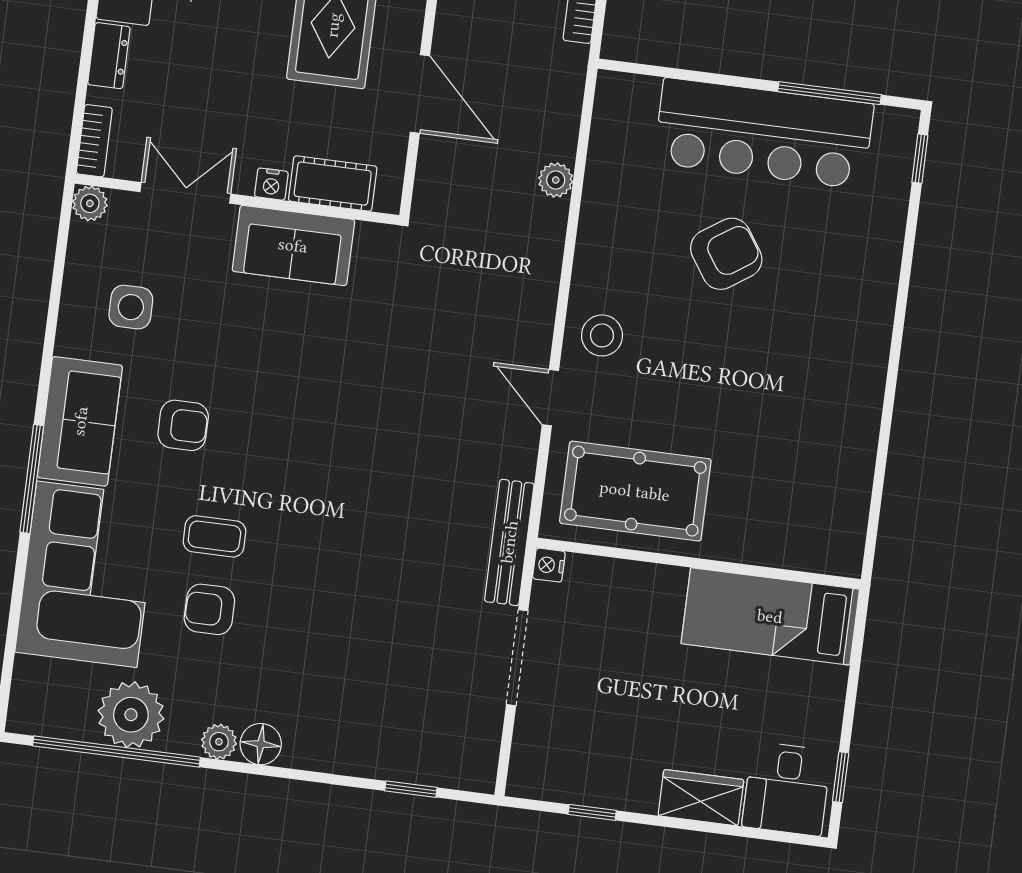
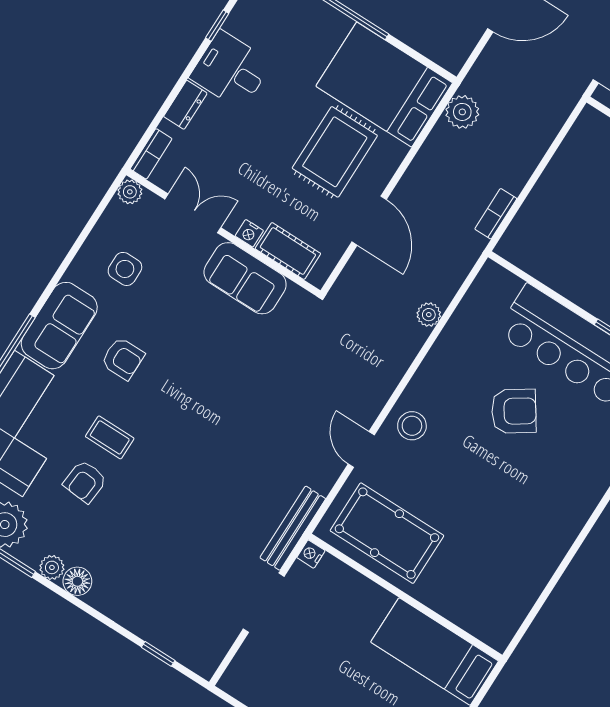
armchair: (209, 609) -> (85, 482), turned -85

